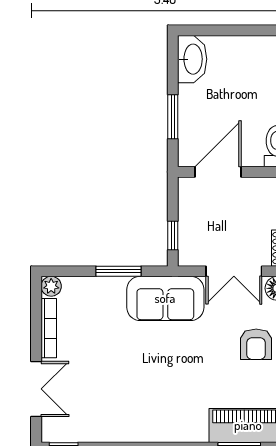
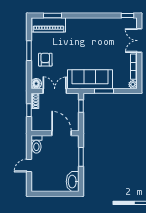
door: (218, 172) -> (62, 133), swing flipped
sofa: (165, 298) -> (90, 79), width x1.36

